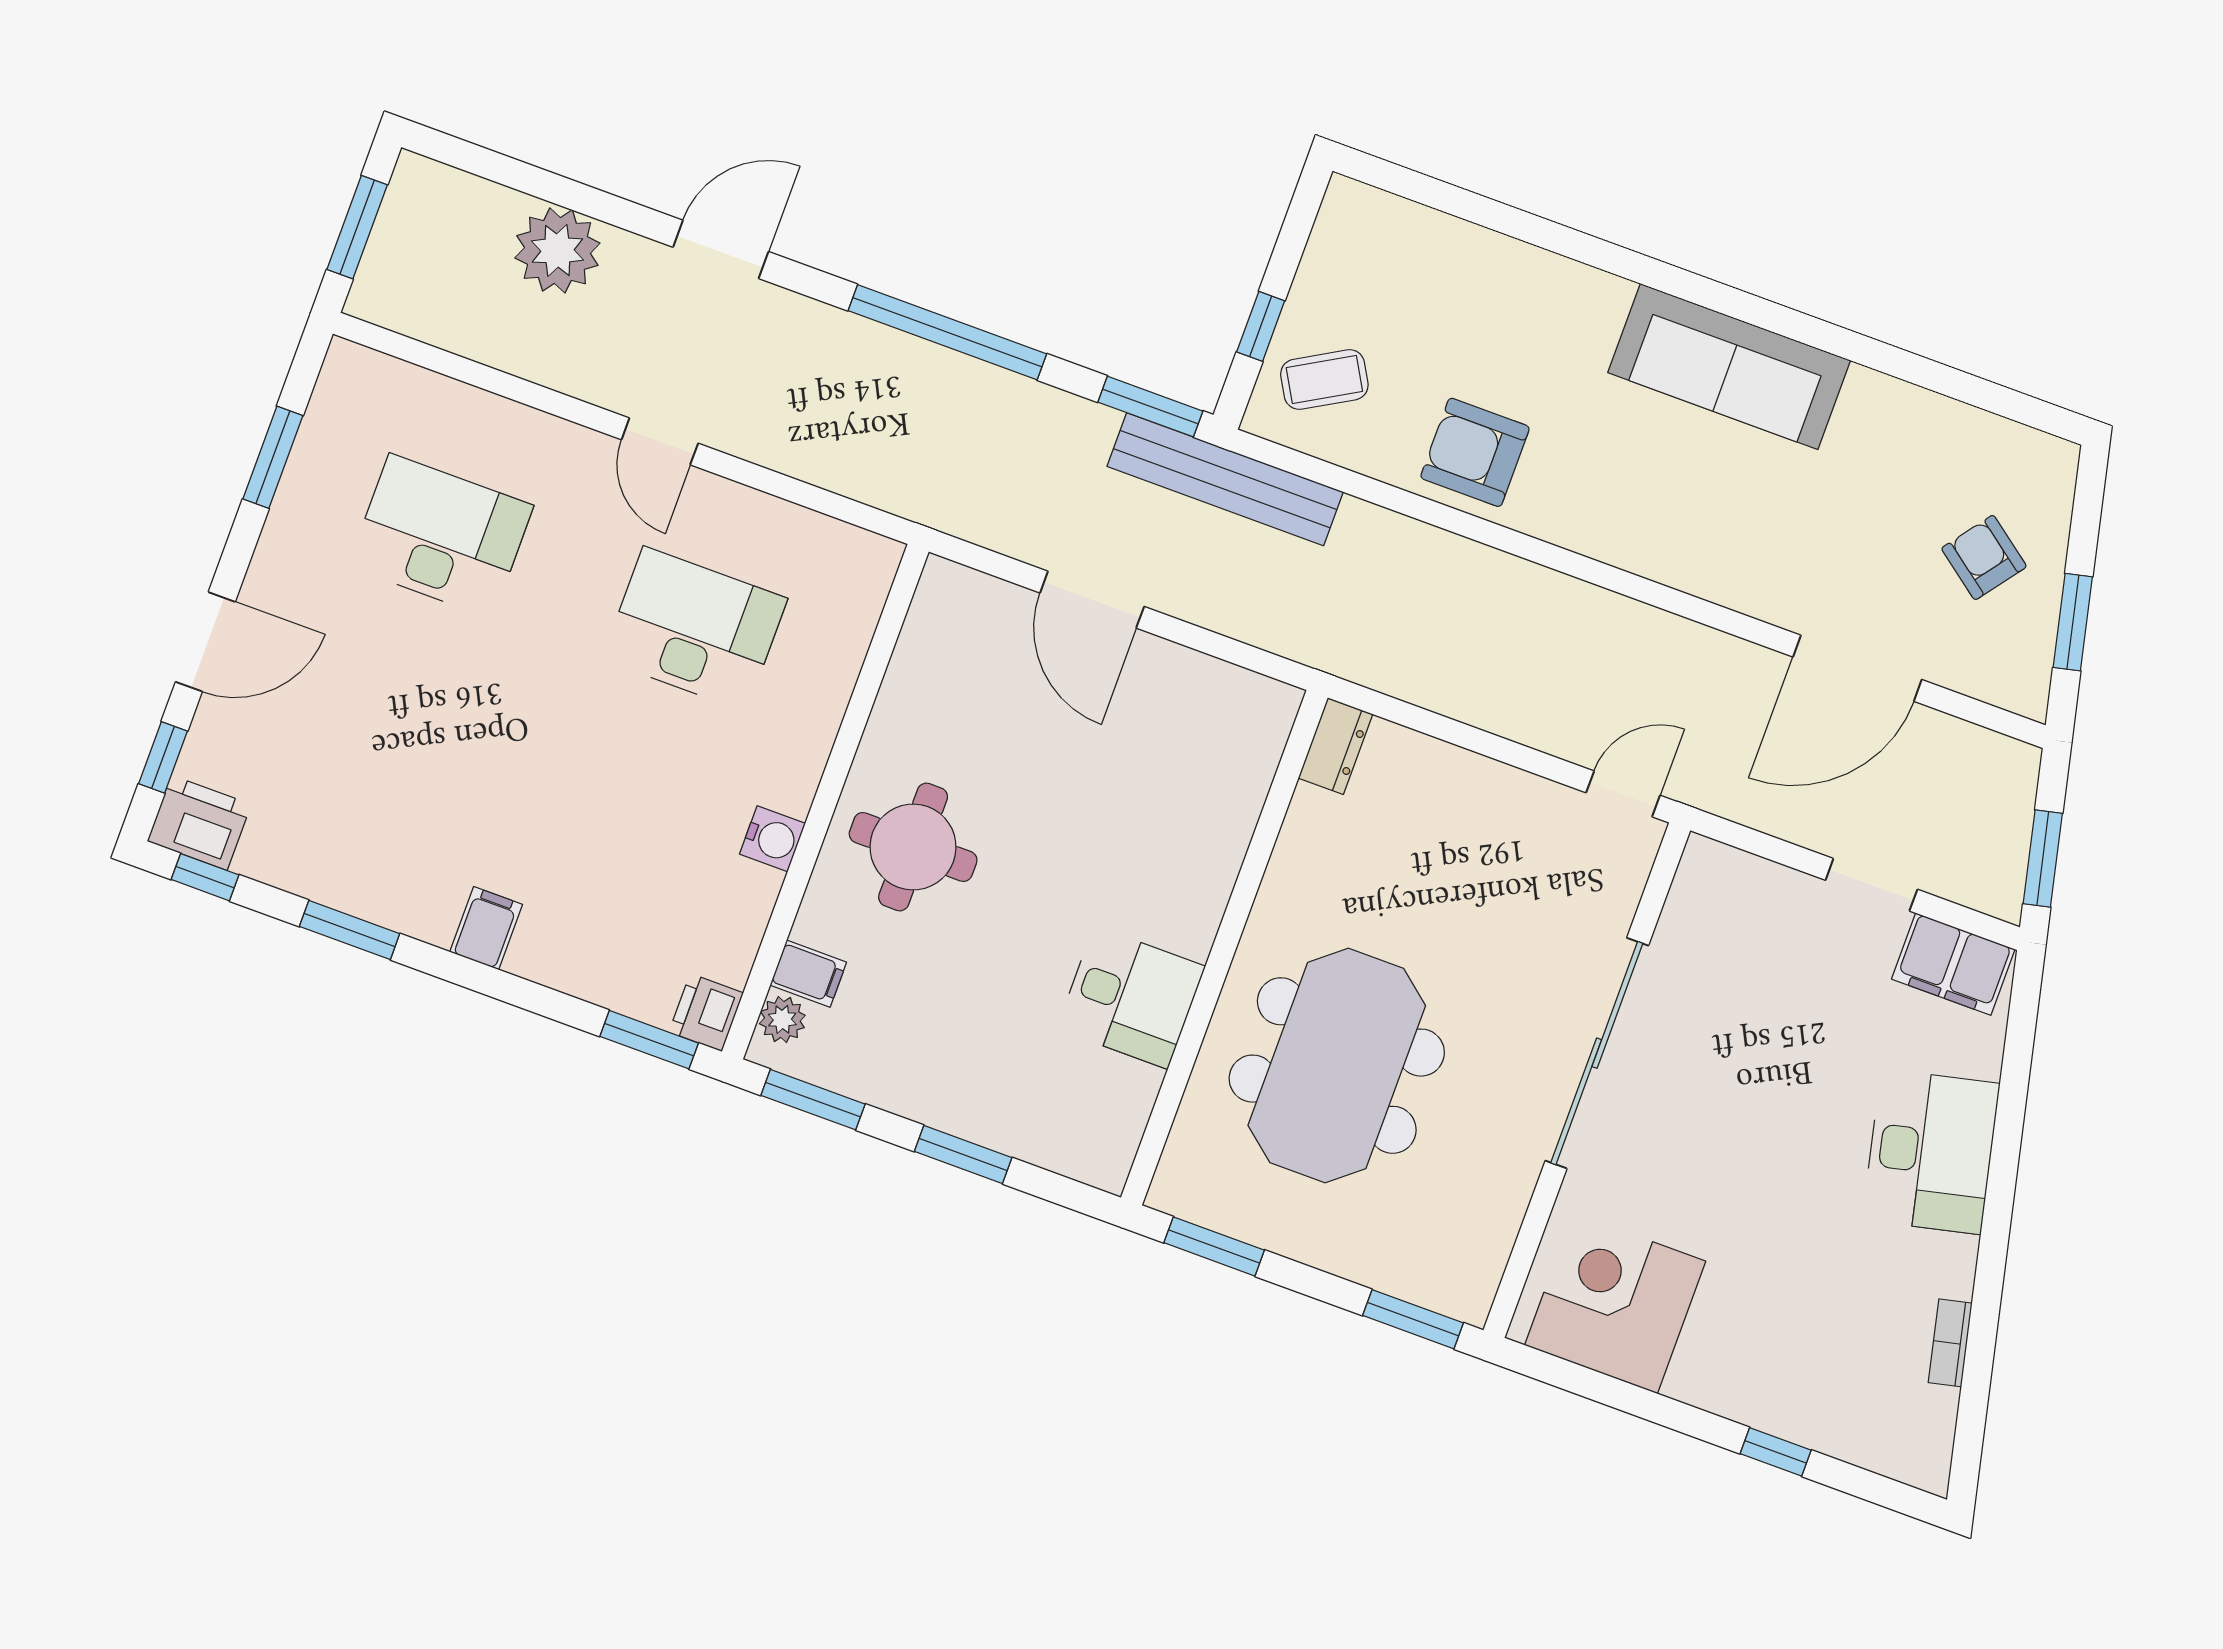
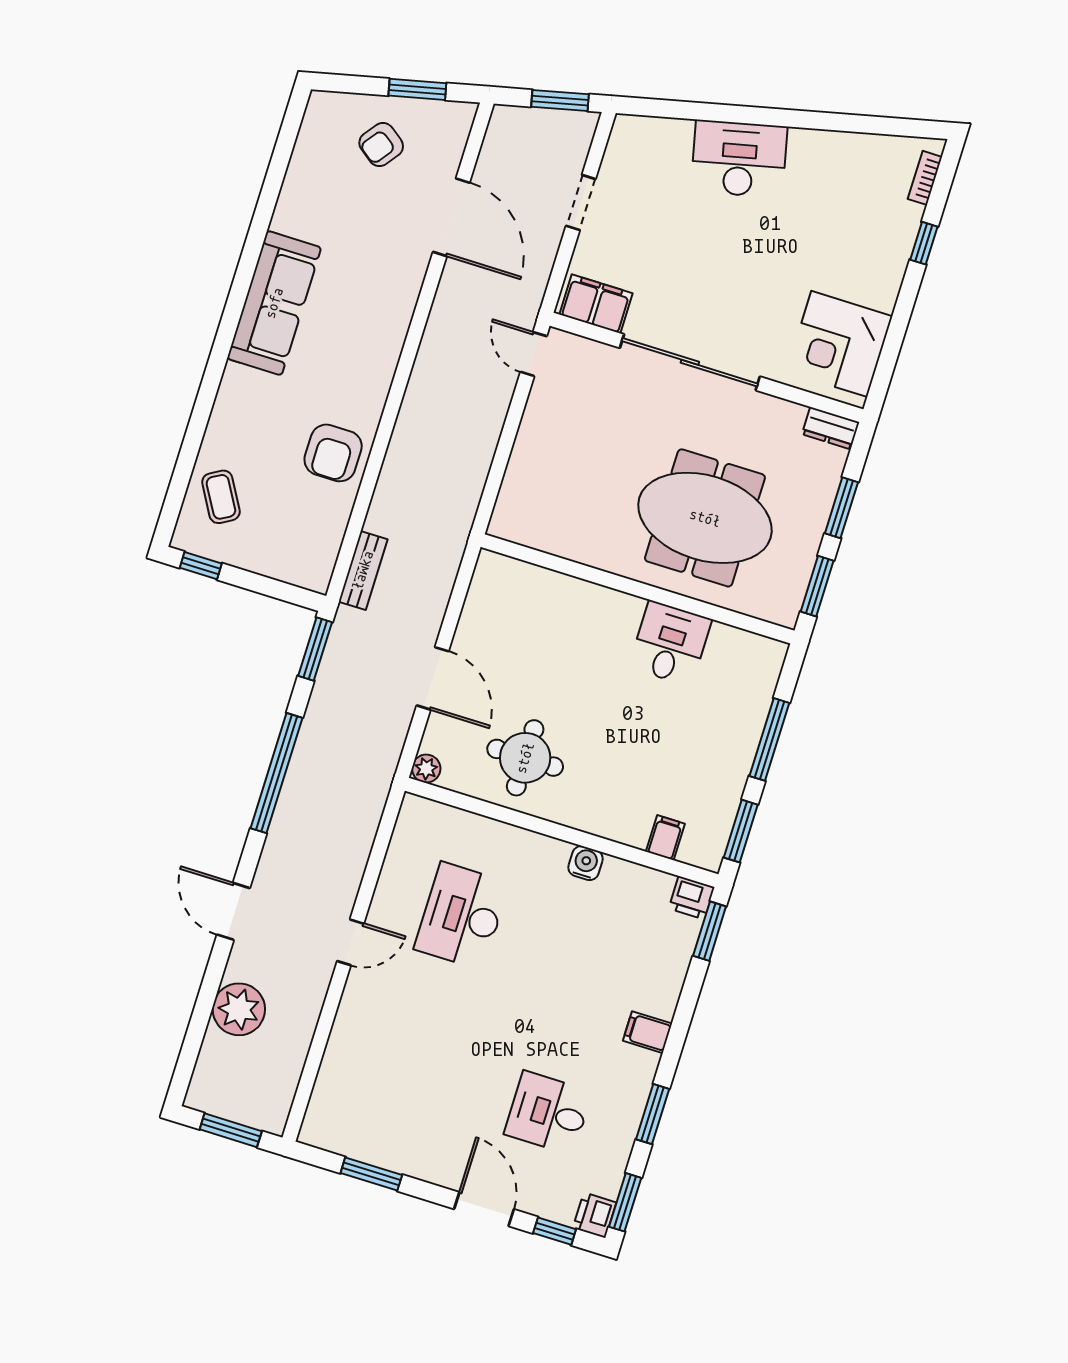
window: (1261, 326) -> (201, 566), moved
coffee table: (1324, 380) -> (221, 497), moved
bench: (1225, 479) -> (363, 570), width x0.54, depth x0.82
desk: (441, 536) -> (548, 1113), moved, width x0.73
door: (1092, 600) -> (433, 678), hinge flipped
dresser: (1335, 746) -> (831, 428), moved, turned 180
printer: (199, 823) -> (595, 1215), width x0.73, depth x0.81
round table: (913, 847) -> (525, 758), moved
window: (205, 877) -> (625, 1202), width x1.50
filing cabinet: (1953, 964) -> (596, 304), moved, turned -90
plant: (782, 1019) -> (426, 769), moved
window: (963, 1155) -> (769, 739), width x1.44
window: (1413, 1319) -> (841, 508), moved
bookcase: (1950, 1343) -> (925, 178), moved, turned 103

